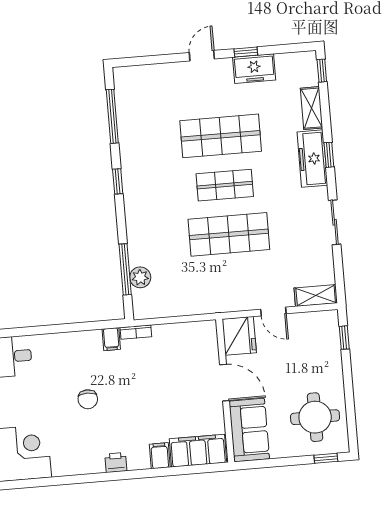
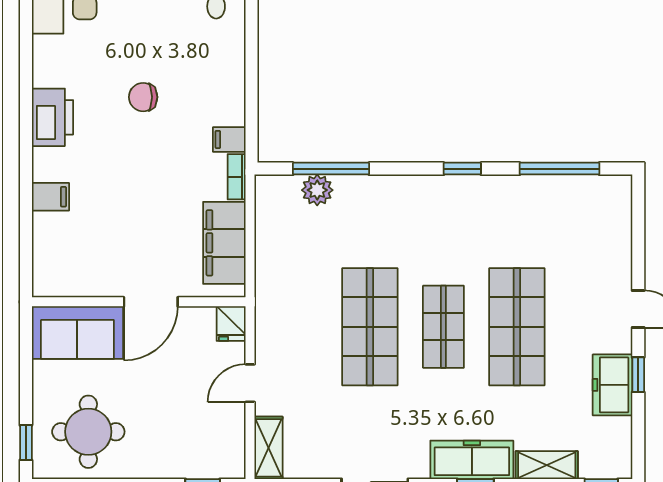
fridge: (239, 336) -> (231, 324), width x0.53, depth x0.75
filing cabinet: (198, 451) -> (224, 243), moved, turned 180
printer: (116, 463) -> (53, 117), width x1.87, depth x1.48

